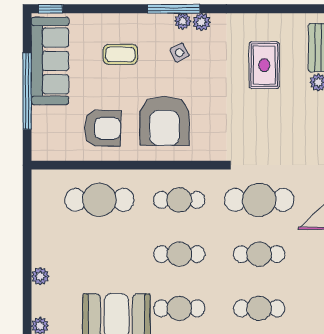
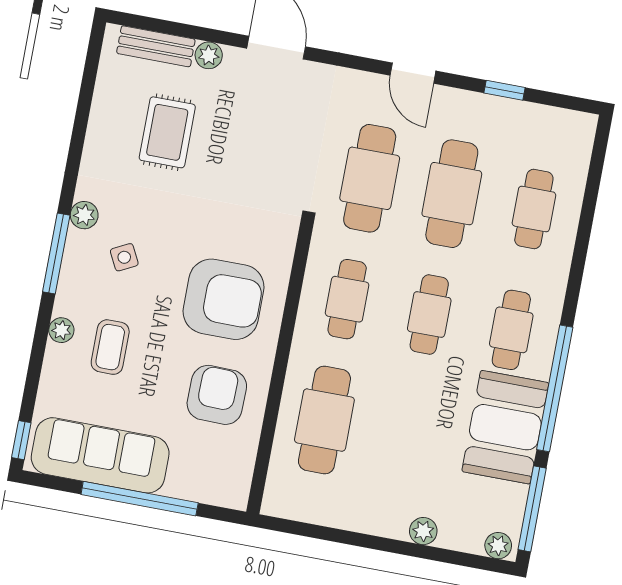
plant: (183, 21) -> (61, 330), moved
rug: (264, 65) -> (167, 132), turned 90
cafe table: (259, 254) -> (452, 194), width x1.37, depth x1.35

